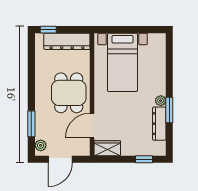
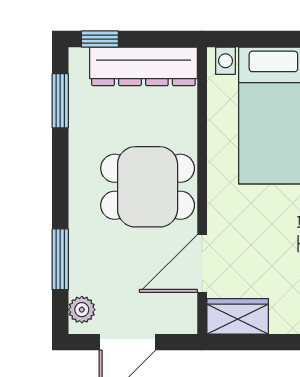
window: (31, 56) -> (60, 101), added
dining table: (69, 93) -> (148, 187), turned 90

